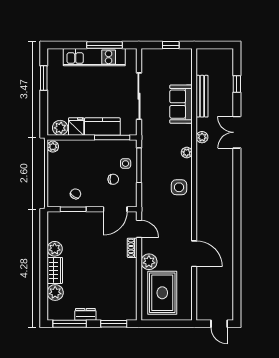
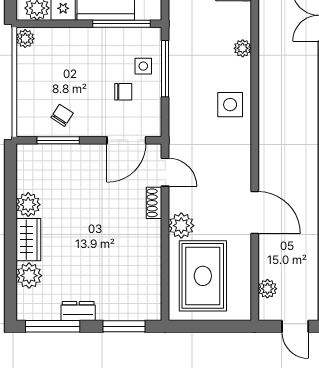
plant: (202, 137) -> (267, 289), moved

